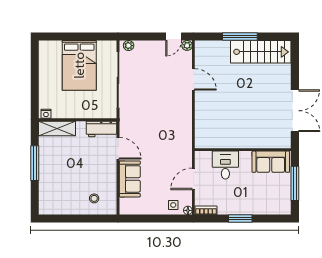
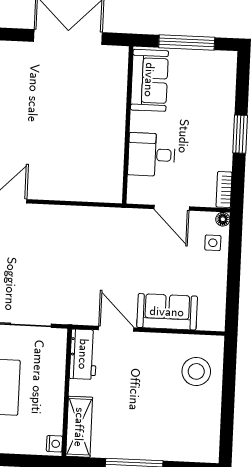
door: (118, 148) -> (116, 329), hinge flipped
stool: (94, 198) -> (196, 371), width x1.89, depth x1.89

